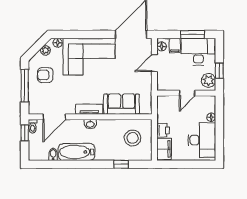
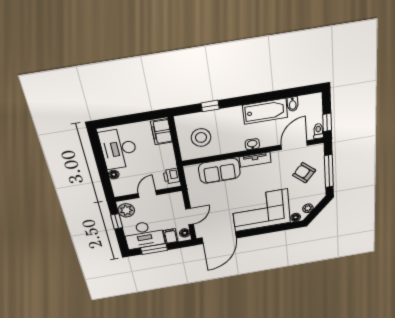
armchair: (45, 75) -> (304, 173), moved, turned -139
printer: (163, 130) -> (172, 176), moved

